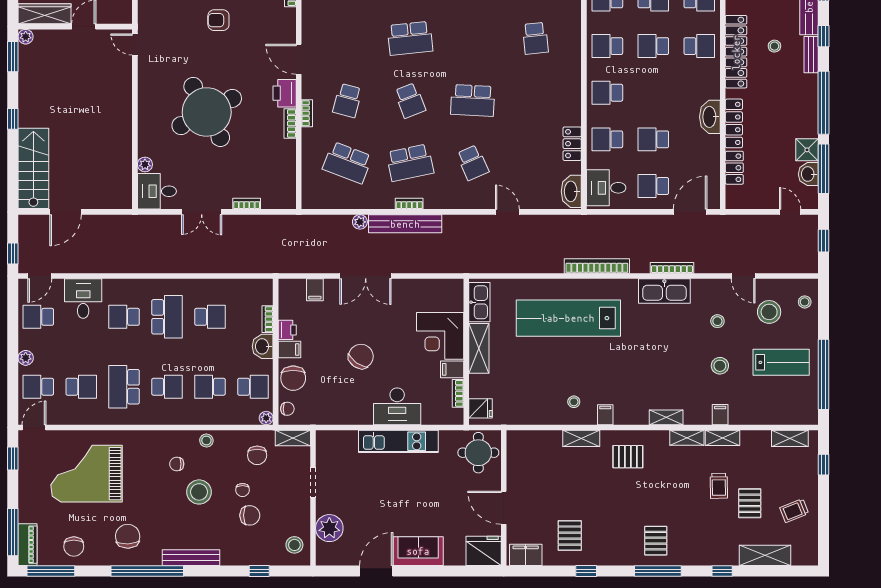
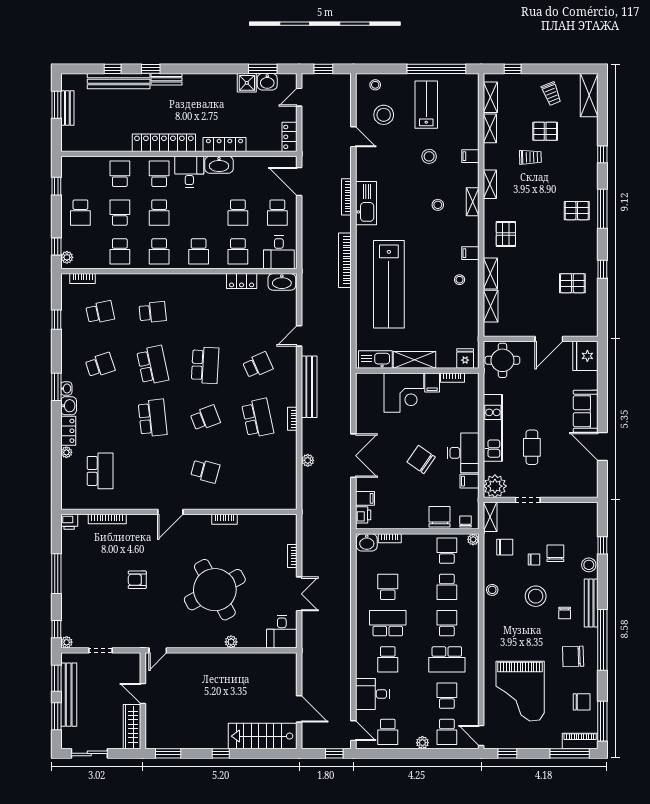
armchair: (218, 20) -> (137, 580), turned 90
plant: (26, 37) -> (151, 743), removed
stool: (774, 46) -> (159, 110), removed
desk: (702, 82) -> (189, 172), added
printer: (285, 93) -> (199, 524), removed
window: (823, 103) -> (207, 69), removed
bookcase: (307, 113) -> (216, 505), removed
school desk: (347, 163) -> (153, 365), moved, turned -33
plant: (145, 164) -> (231, 642), moved
locker: (734, 168) -> (289, 137), moved, turned -90
window: (823, 169) -> (263, 69), width x0.69
bench: (405, 224) -> (309, 387), moved
door: (743, 276) -> (353, 137), hinge flipped
stool: (717, 321) -> (438, 205), moved
printer: (287, 330) -> (363, 515), moved, turned 90
washbasin: (263, 346) -> (367, 542), moved
filing cabinet: (289, 349) -> (470, 481), moved, turned -90
chair: (293, 378) -> (440, 517), turned -90
desk: (397, 406) -> (463, 453), moved
shelving: (722, 438) -> (490, 128), moved
shelving: (542, 439) -> (491, 306), added
chair: (177, 464) -> (565, 613), moved
cafe table: (375, 488) -> (532, 447), added
plant: (329, 528) -> (495, 486), moved
stool: (294, 545) -> (589, 565), moved
filing cabinet: (526, 555) -> (589, 320), removed
shelving: (765, 555) -> (589, 95), moved

